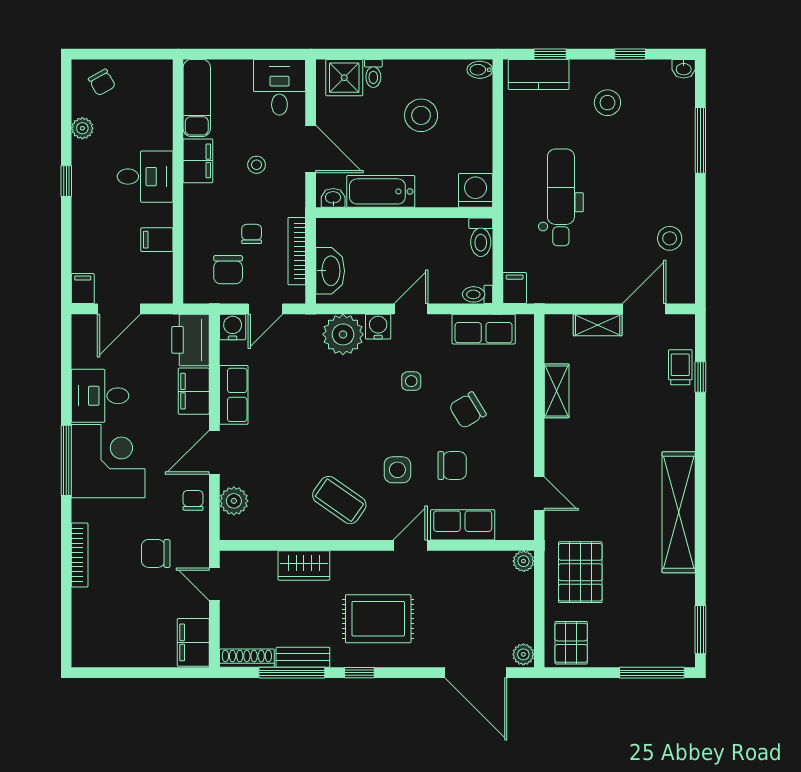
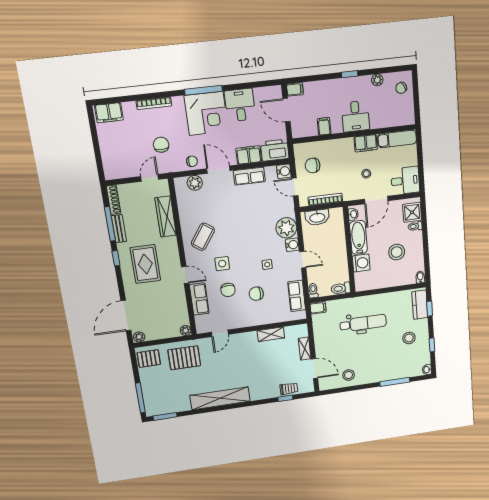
washing machine: (476, 190) -> (361, 263), moved
chair: (252, 234) -> (332, 175), removed
chair: (468, 410) -> (256, 294), turned -59
wardrobe: (304, 565) -> (166, 217), width x1.50
filing cabinet: (193, 642) -> (109, 113), moved, turned 180

